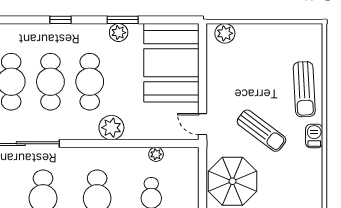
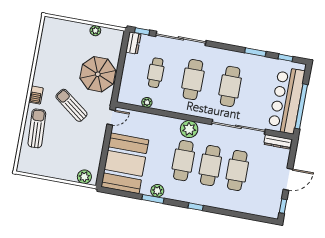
door: (203, 124) -> (111, 117), hinge flipped
plant: (111, 128) -> (189, 129), moved

